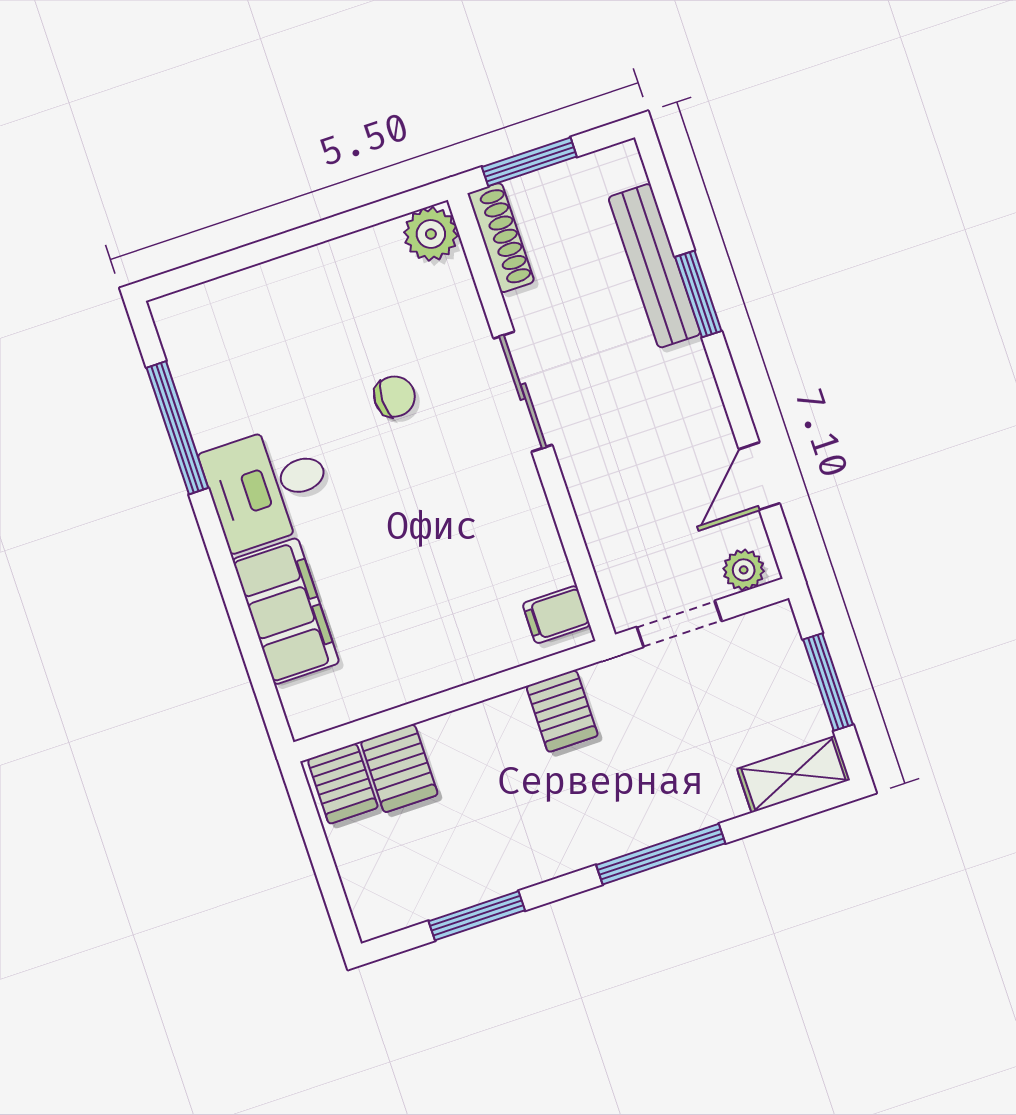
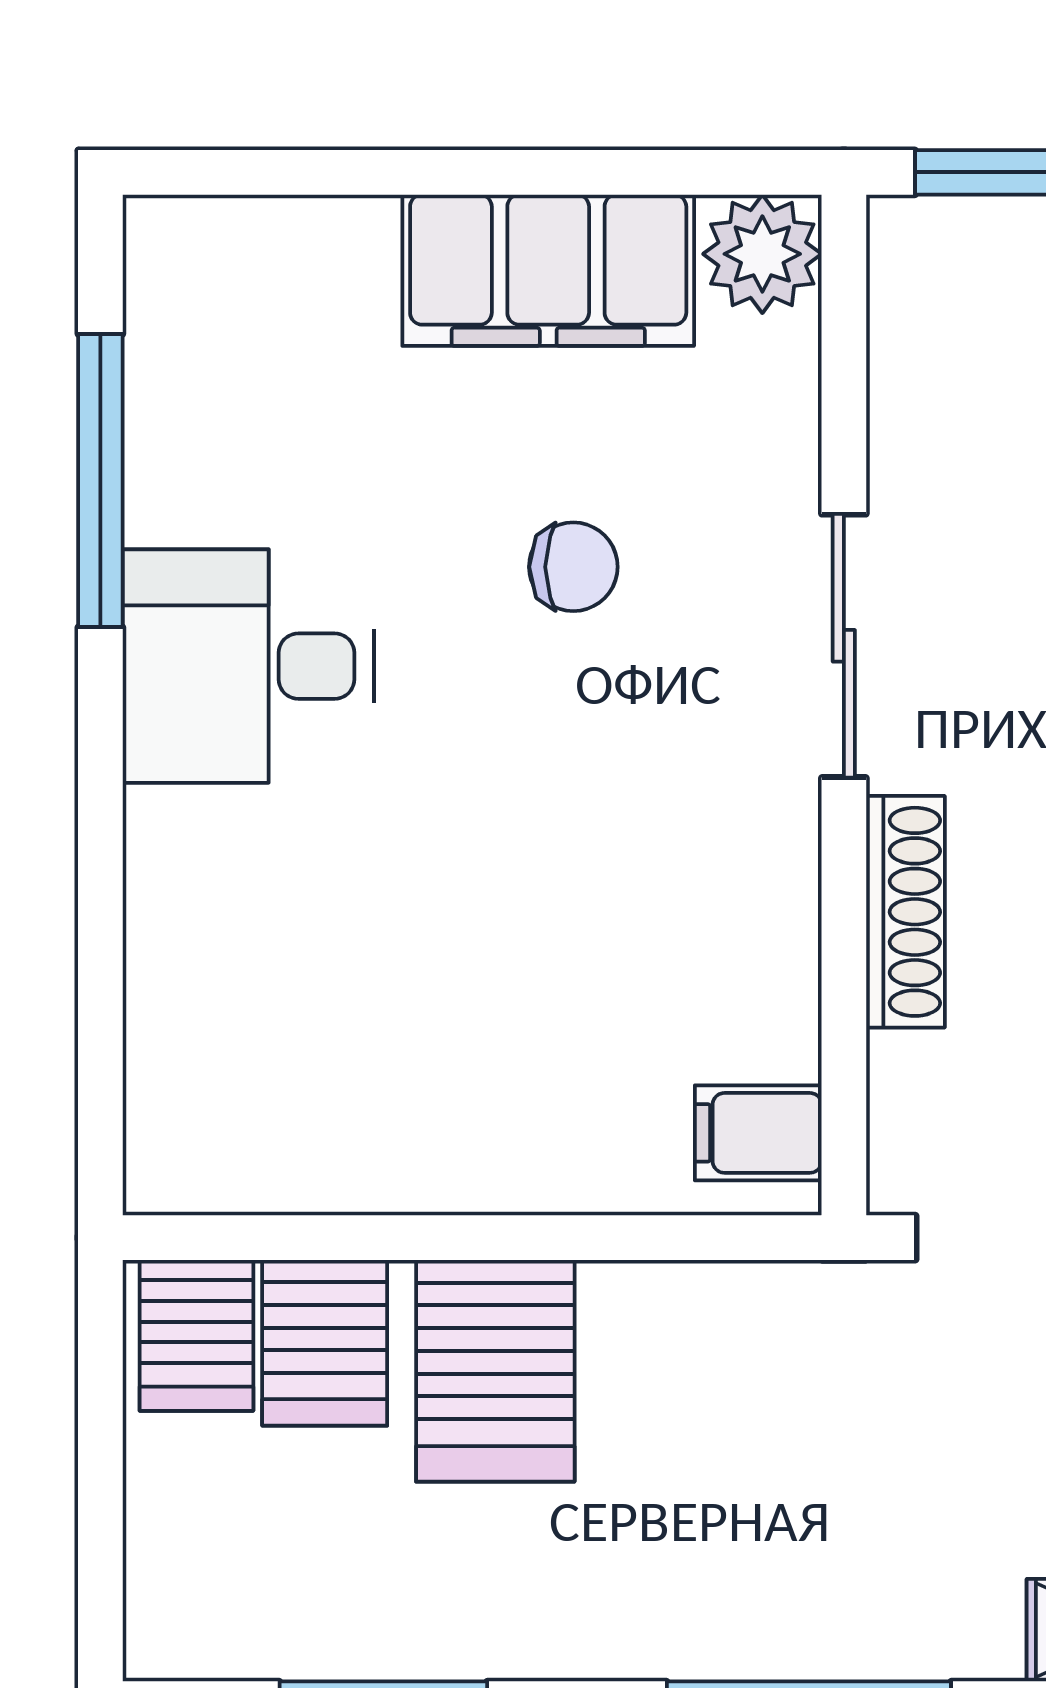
shoe rack: (501, 238) -> (905, 912), moved
filing cabinet: (286, 611) -> (548, 270), moved, turned 90
server rack: (562, 711) -> (495, 1371), moved, width x1.36, depth x1.44

